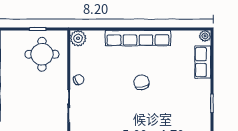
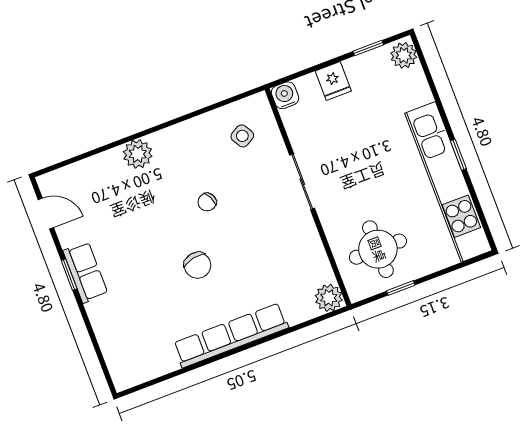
plant: (205, 36) -> (122, 381), removed
row of seats: (203, 62) -> (85, 272), moved
chair: (79, 80) -> (207, 202), moved

